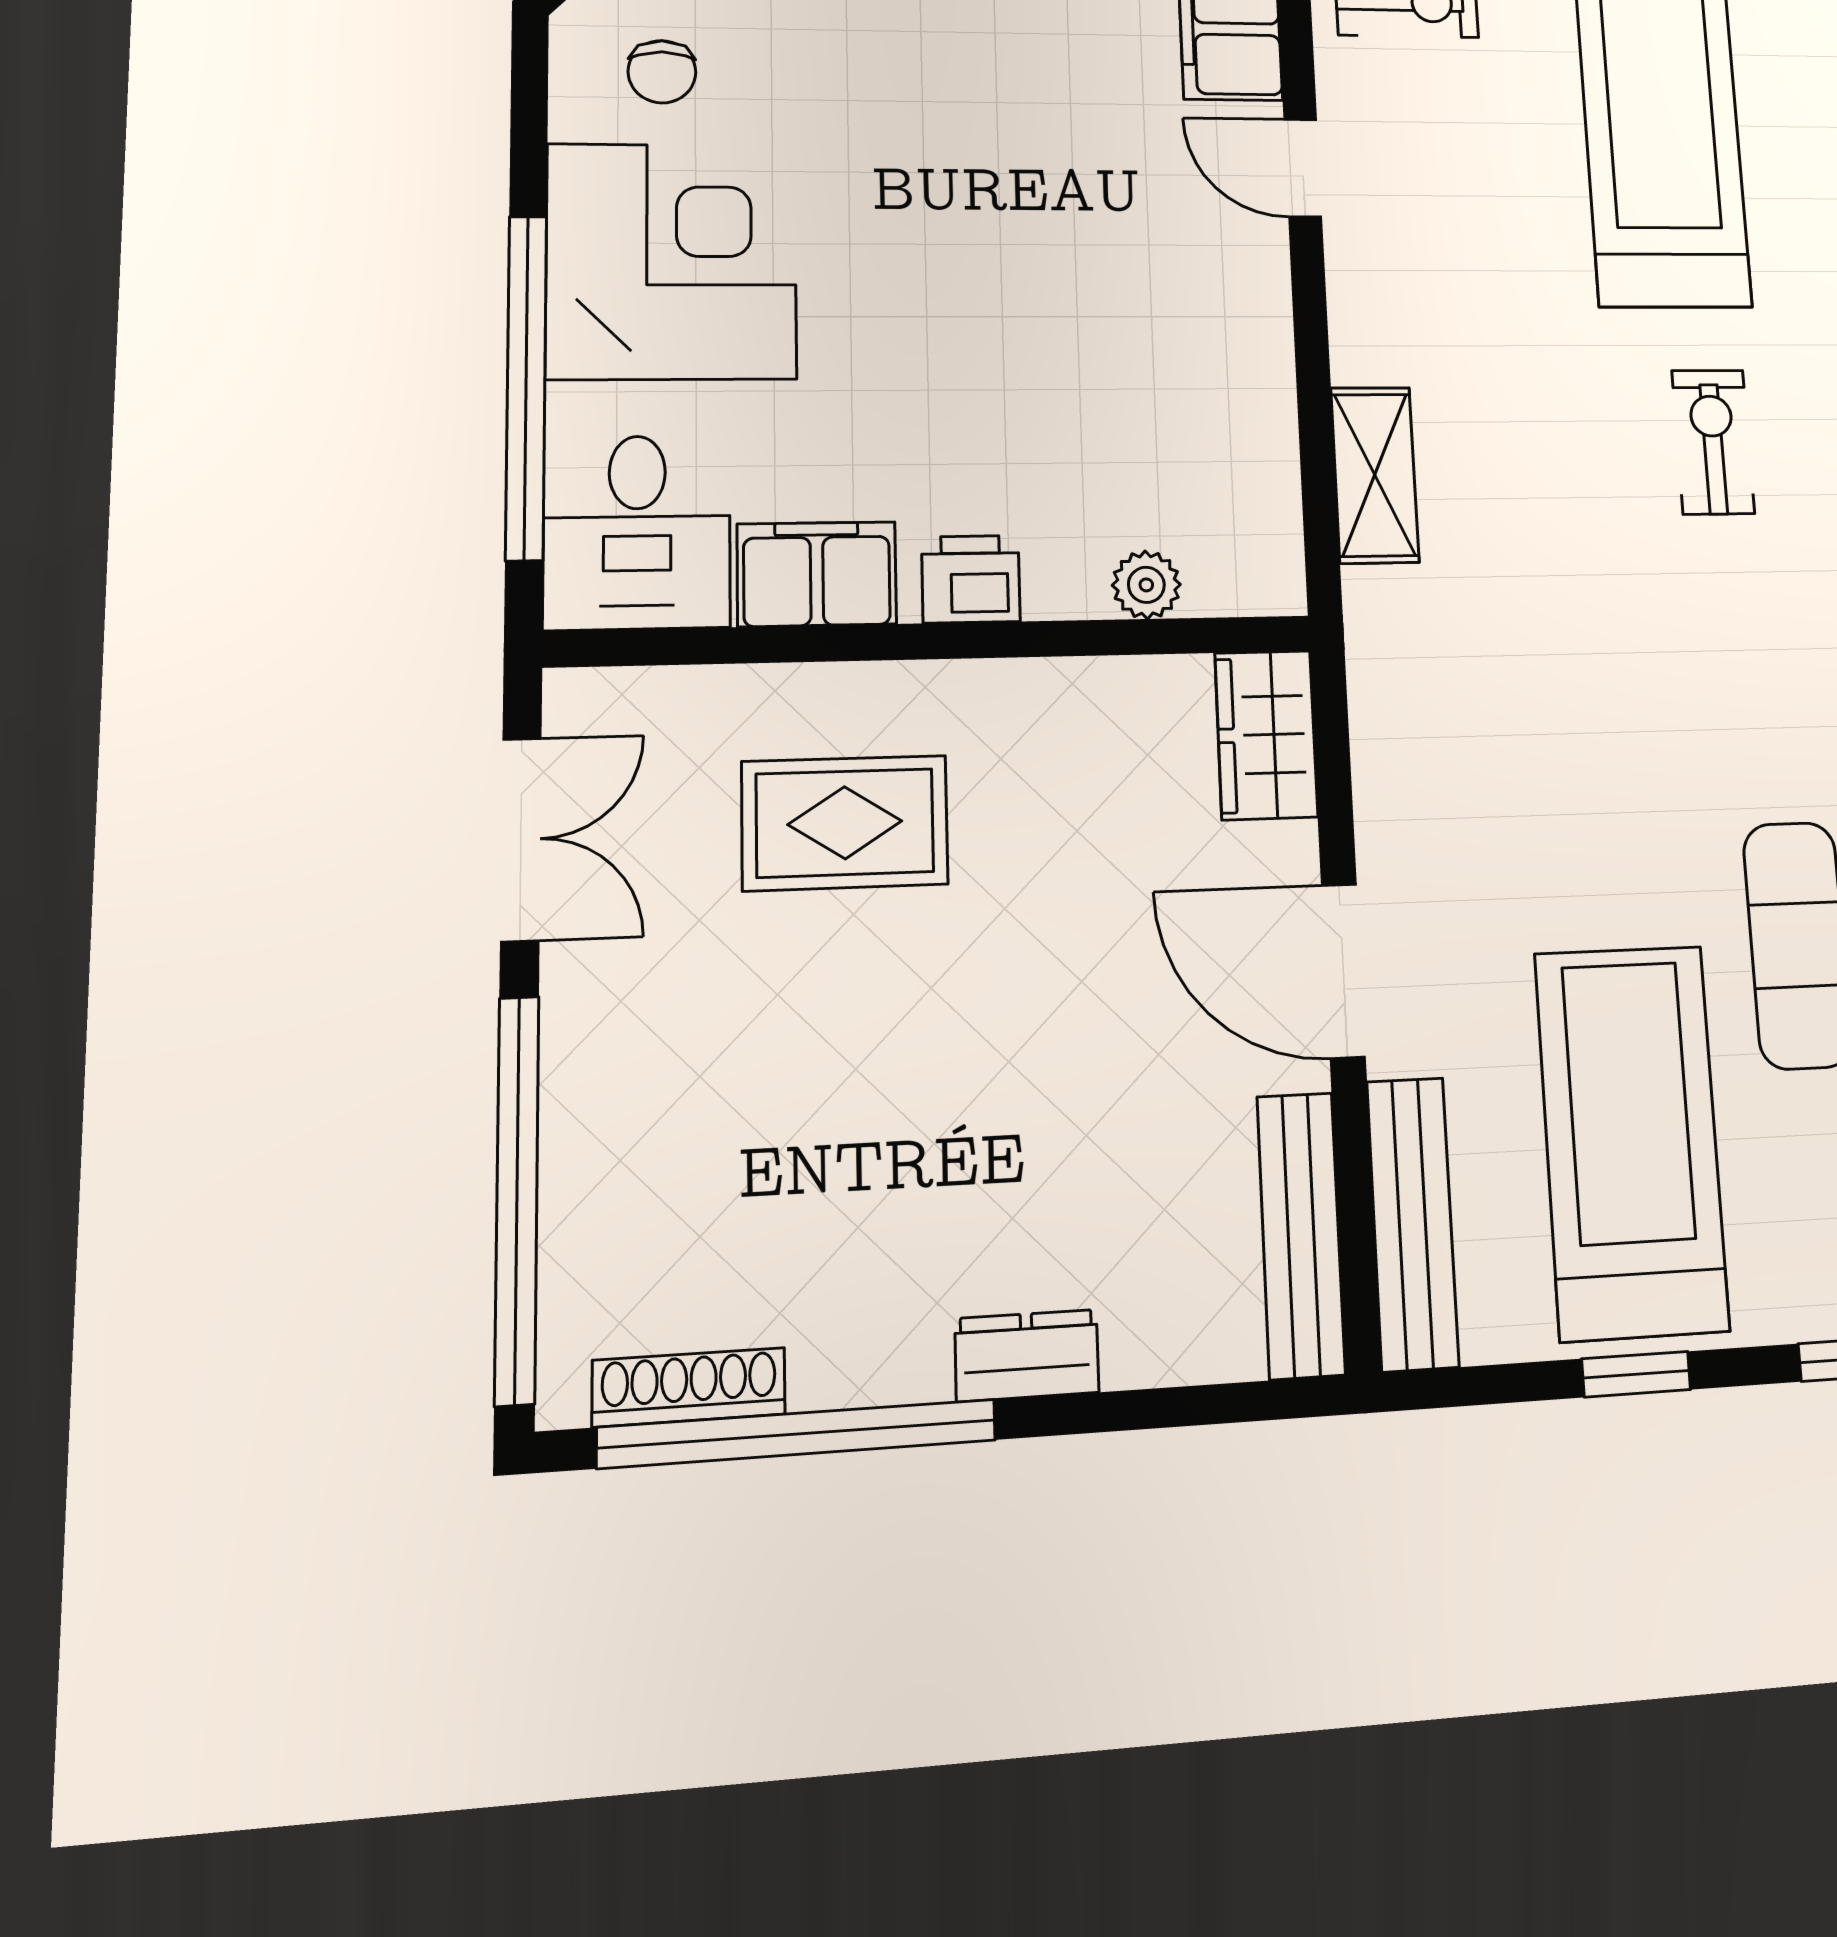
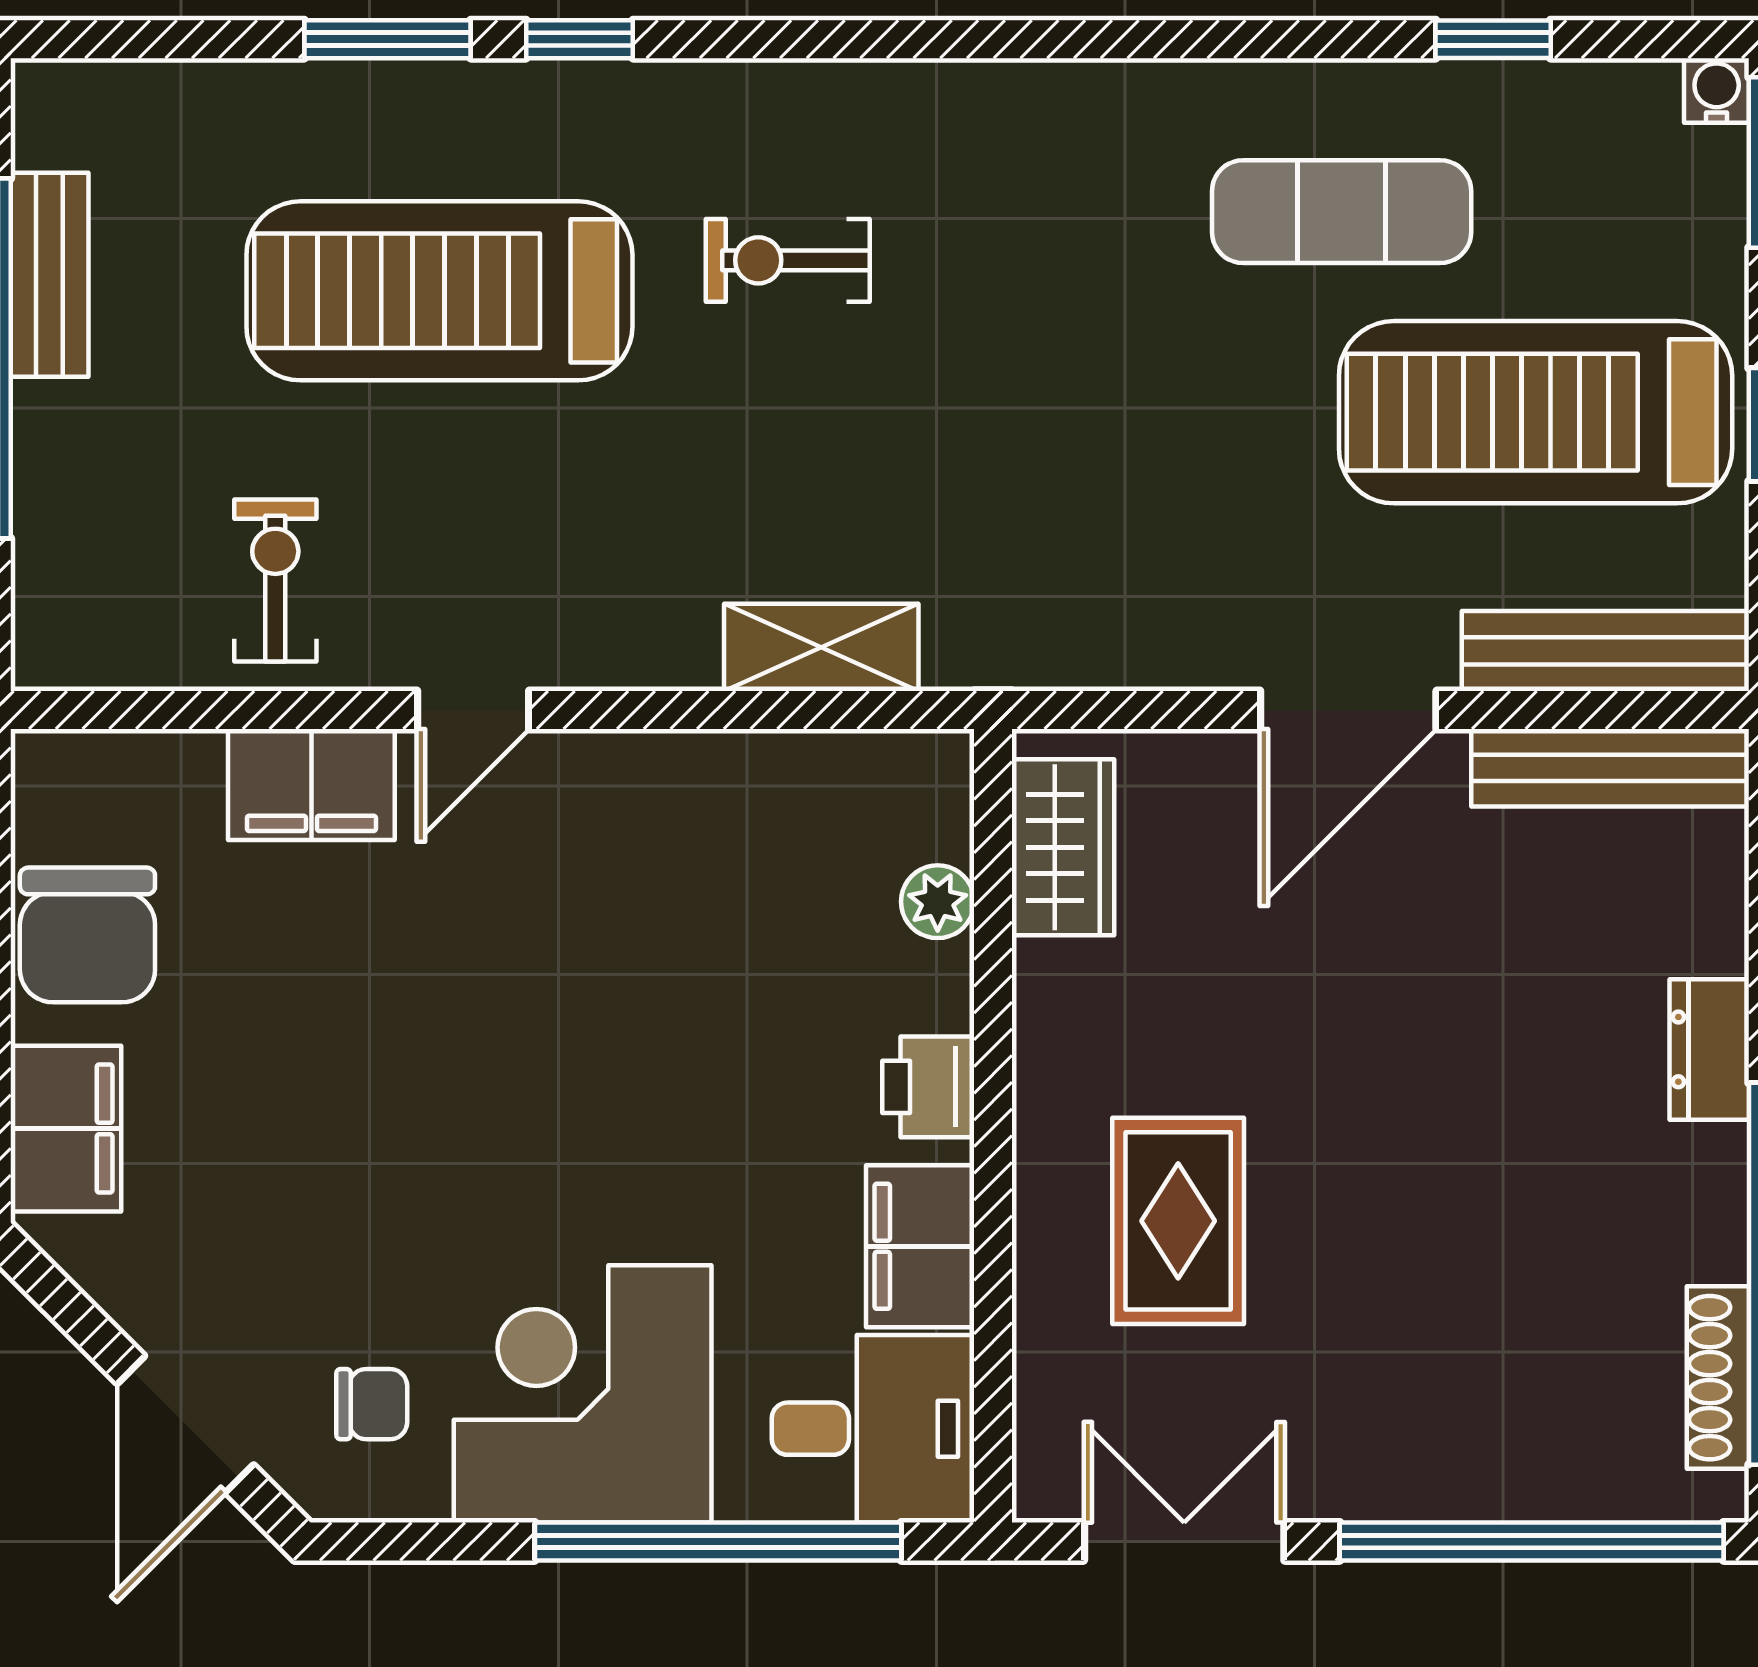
wardrobe: (1266, 735) -> (1063, 847), moved, turned -90

